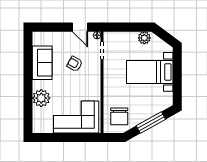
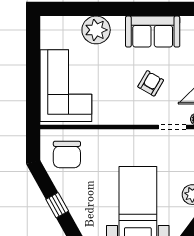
chair: (119, 116) -> (67, 155), turned -90
window: (151, 122) -> (57, 205), width x0.46

